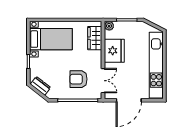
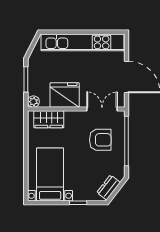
armchair: (78, 79) -> (100, 140), turned -90

